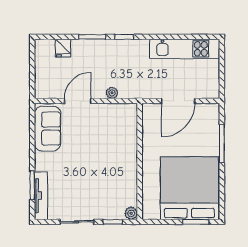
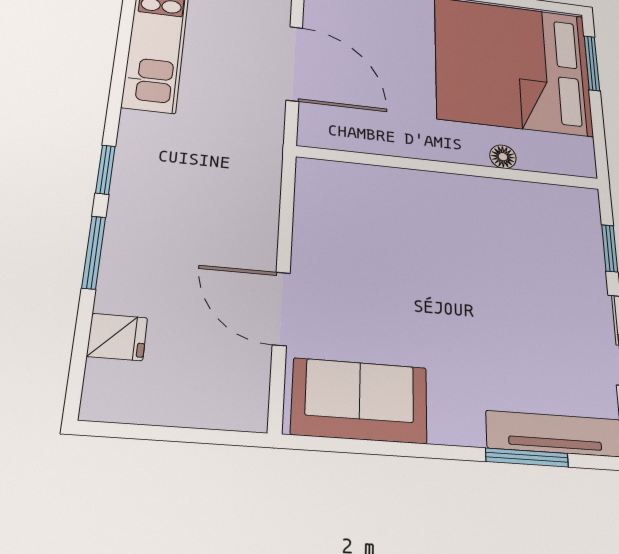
plant: (112, 93) -> (263, 216), removed
floor lamp: (147, 182) -> (503, 157), added
plant: (131, 213) -> (584, 202), removed

